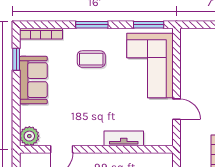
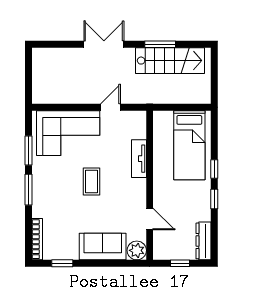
window: (149, 25) -> (28, 151), moved
coffee table: (91, 59) -> (92, 181), moved
sofa: (33, 80) -> (103, 247), moved

